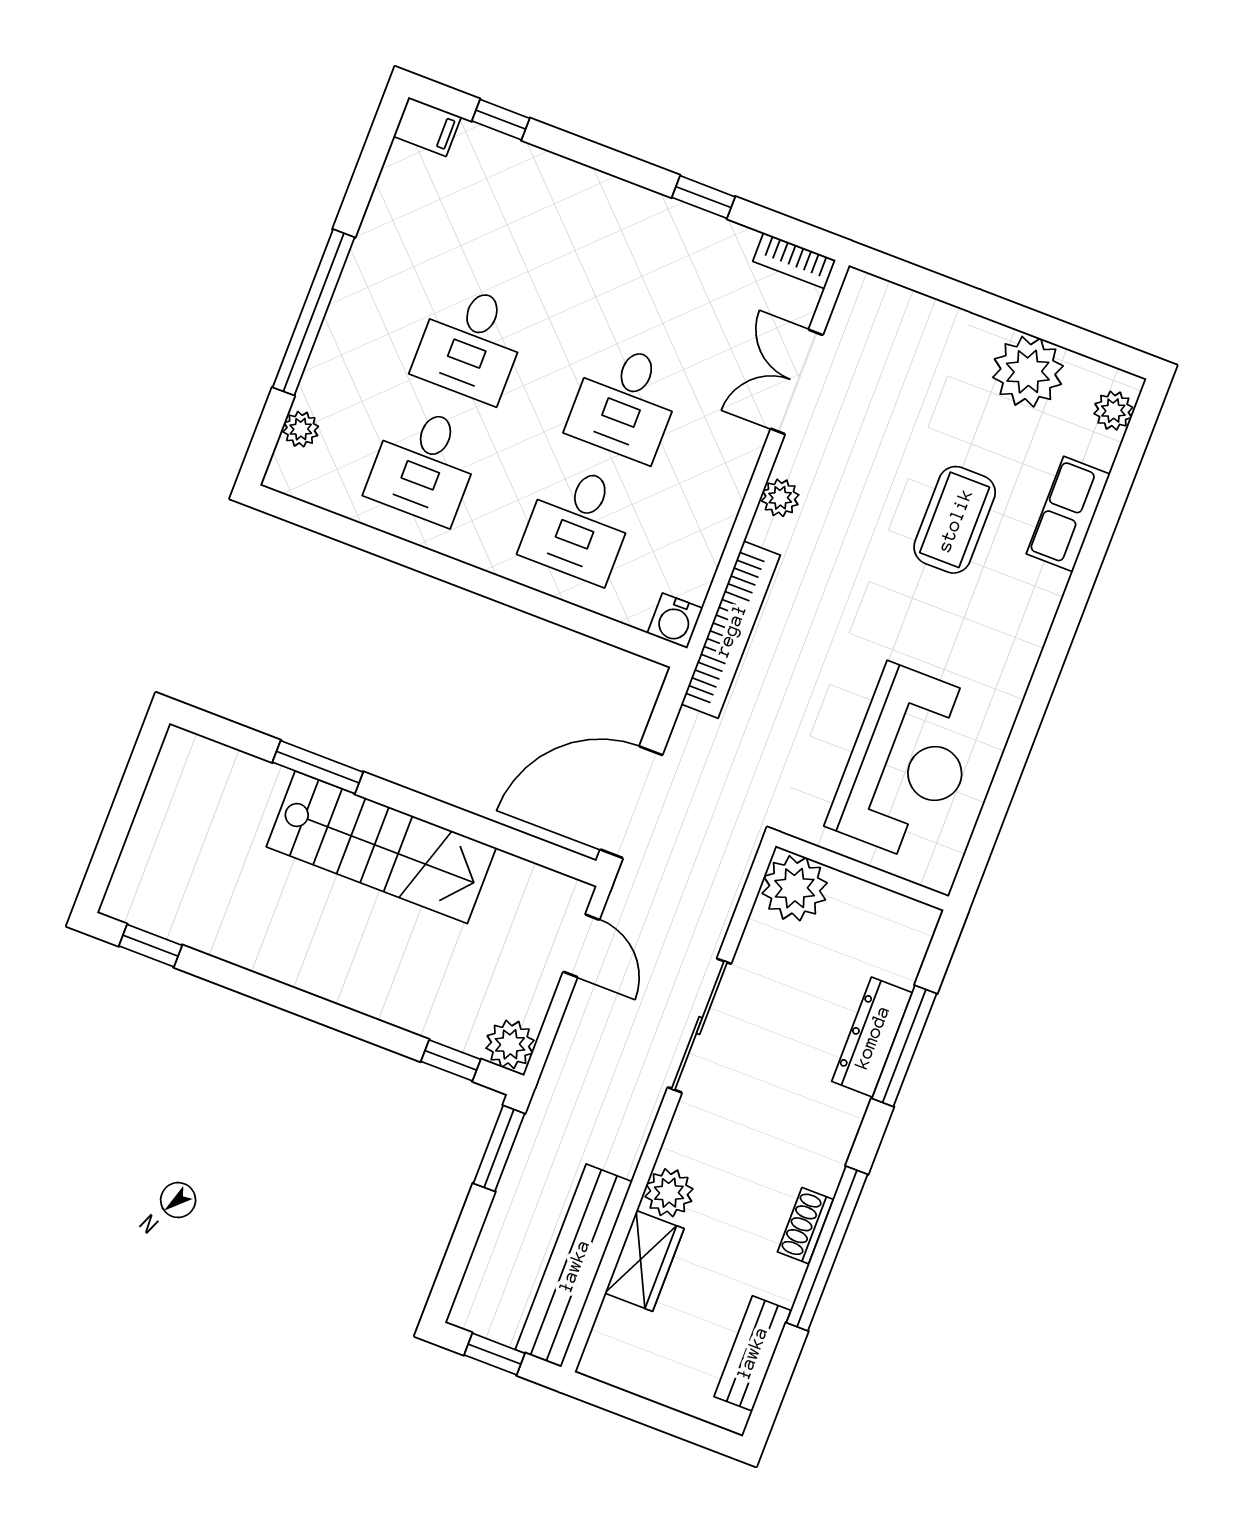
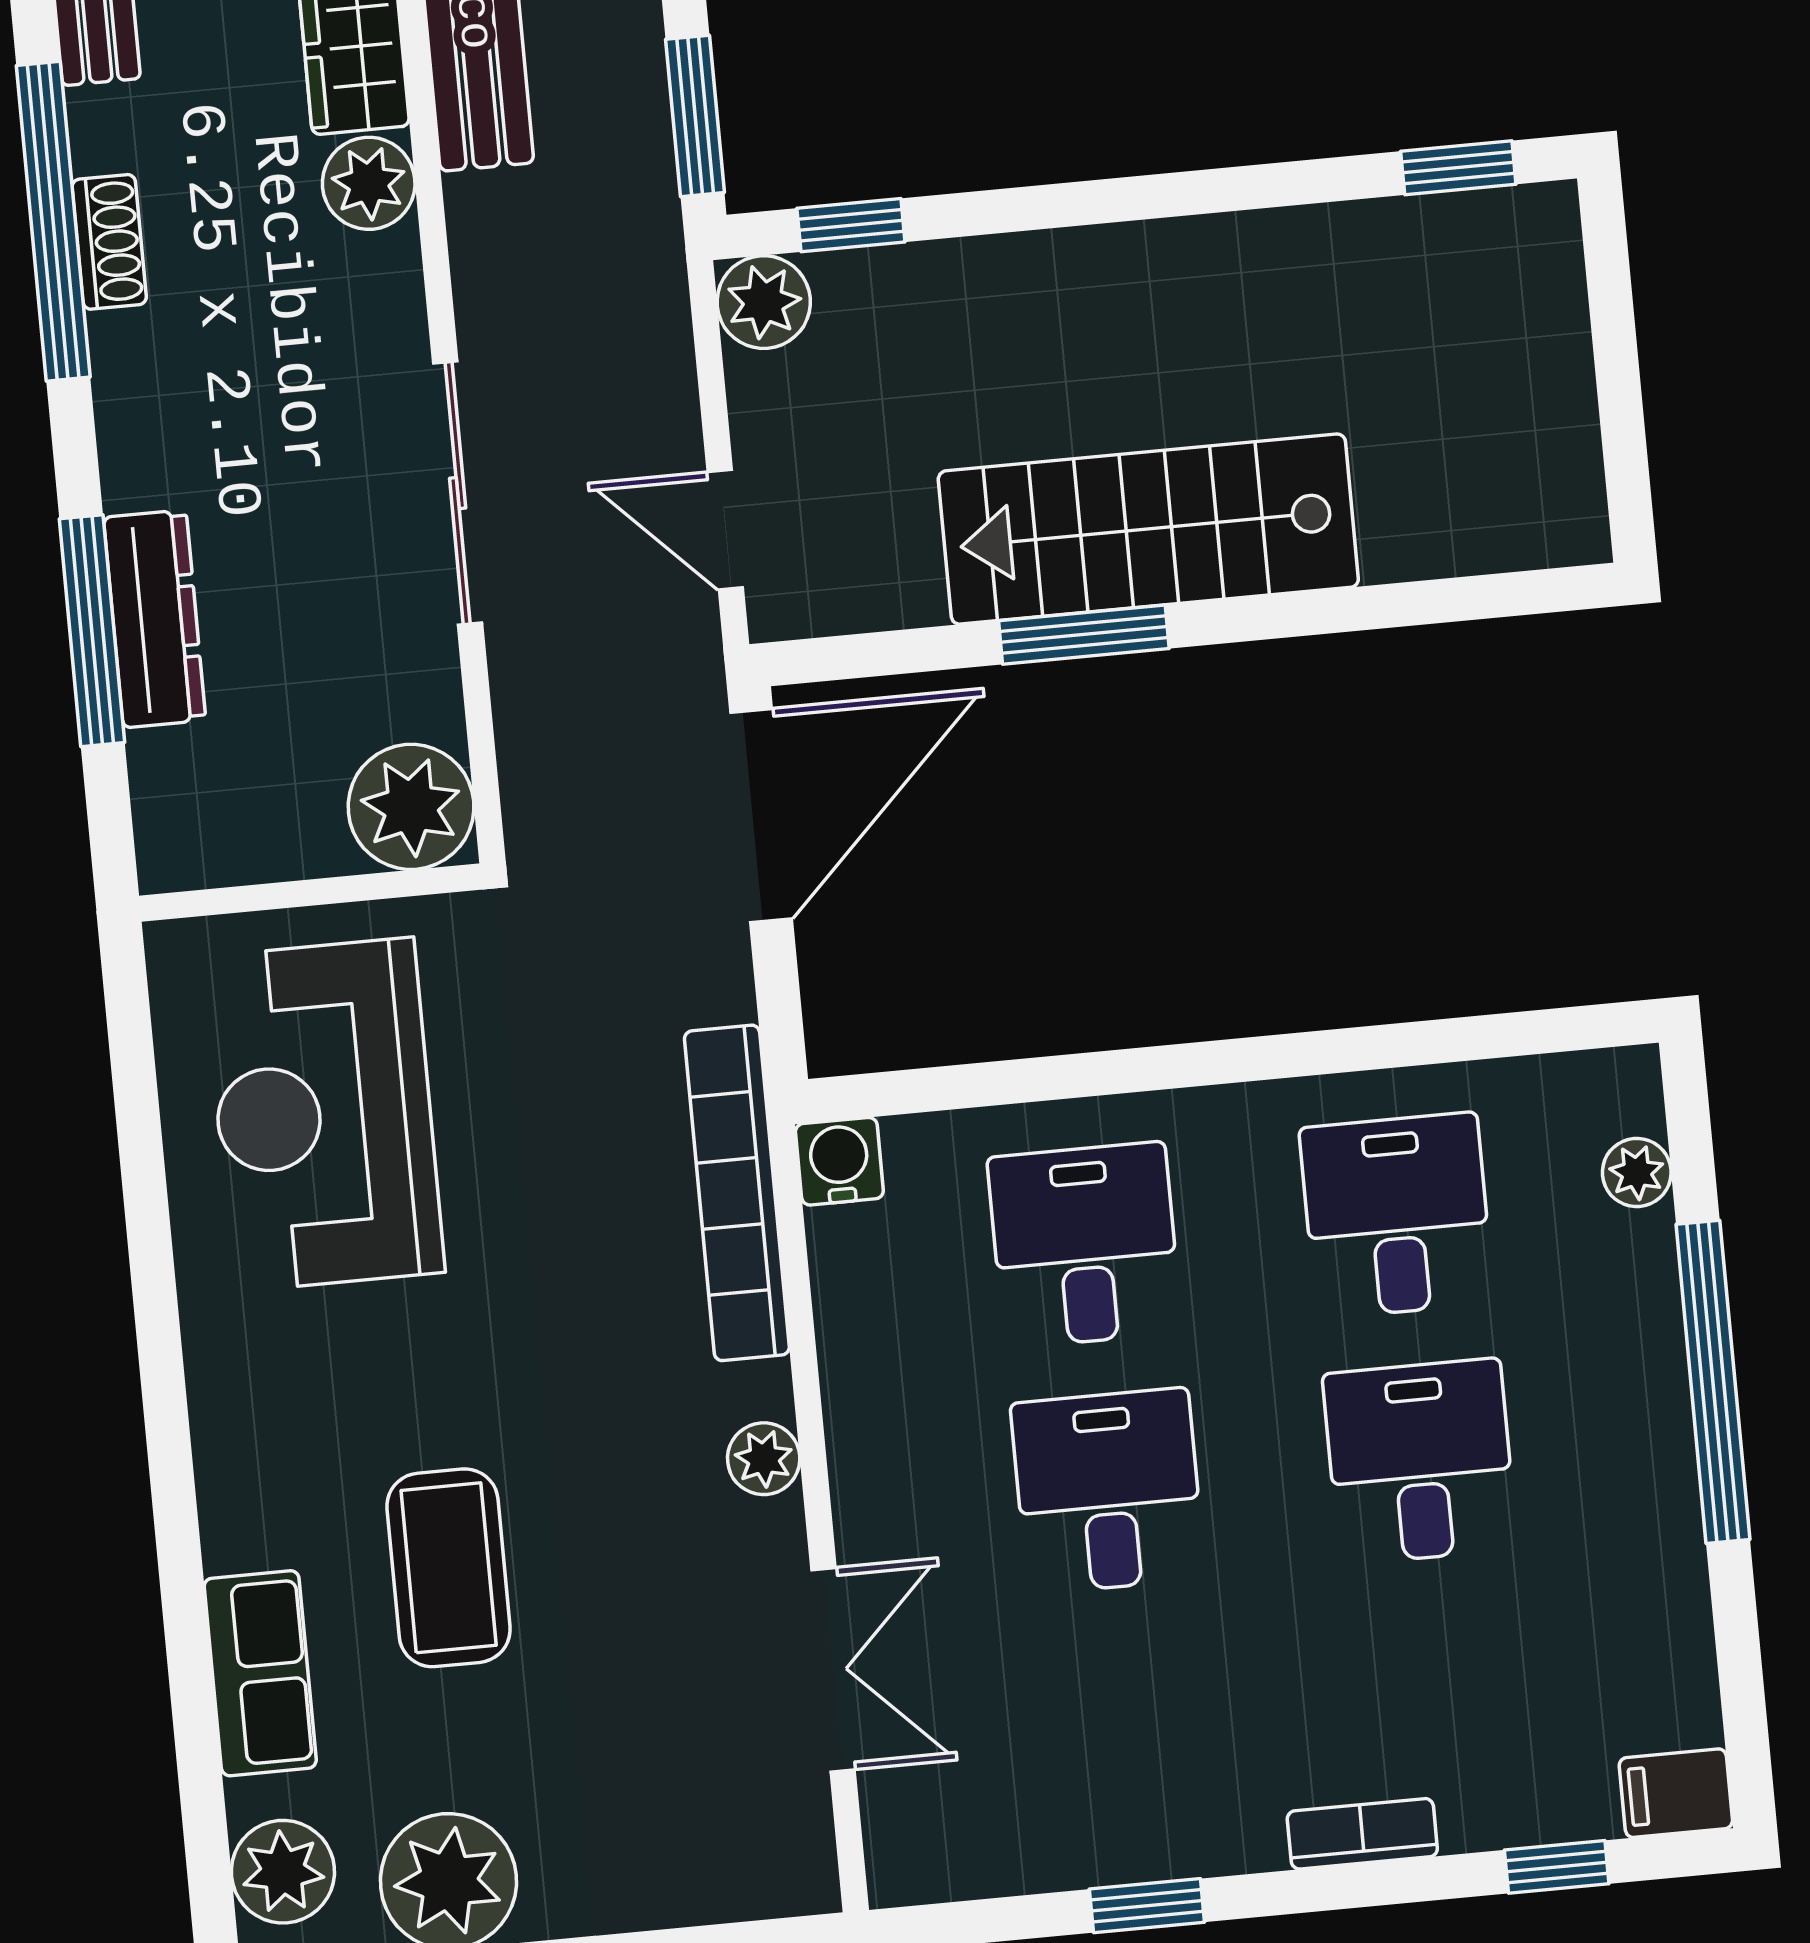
bookcase: (794, 261) -> (1362, 1834), moved
plant: (1113, 411) -> (283, 1872), width x1.38, depth x1.38
window: (318, 767) -> (1084, 635), moved

